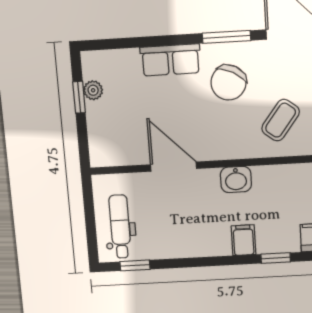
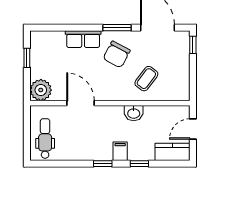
plant: (93, 90) -> (41, 90), moved, width x1.88, depth x1.88
washbasin: (236, 179) -> (134, 113), moved
window: (135, 265) -> (103, 164), moved

